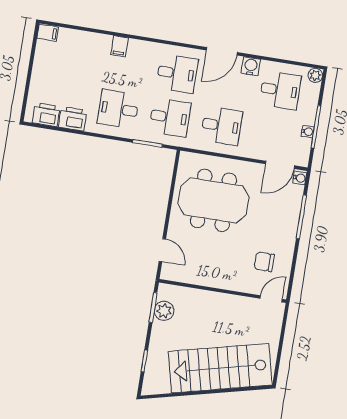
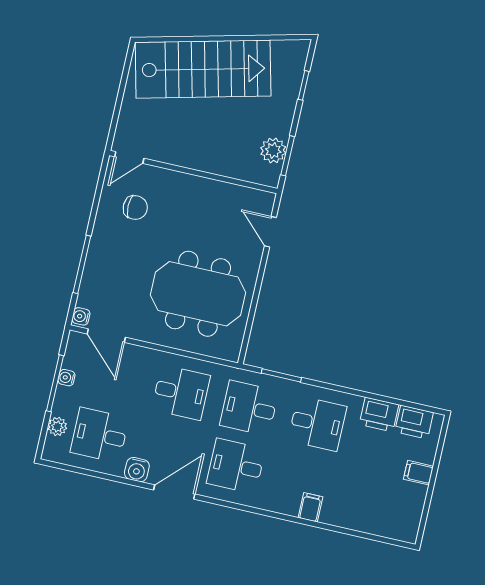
filing cabinet: (48, 33) -> (418, 473), moved
plant: (315, 75) -> (57, 426), moved
desk: (222, 126) -> (181, 393), turned 180
door: (280, 165) -> (106, 336), swing flipped

